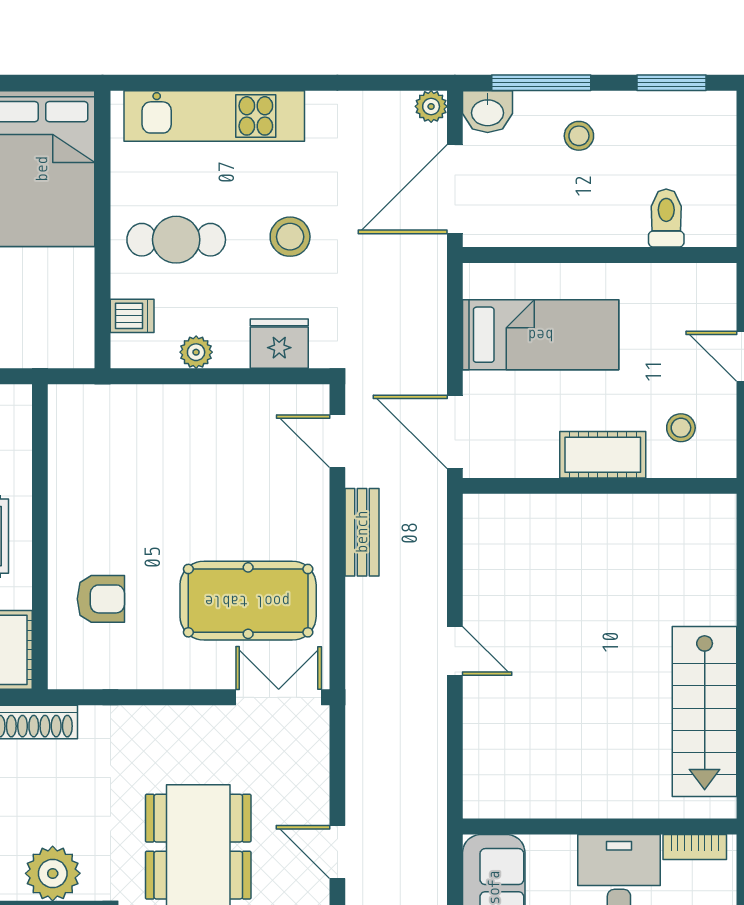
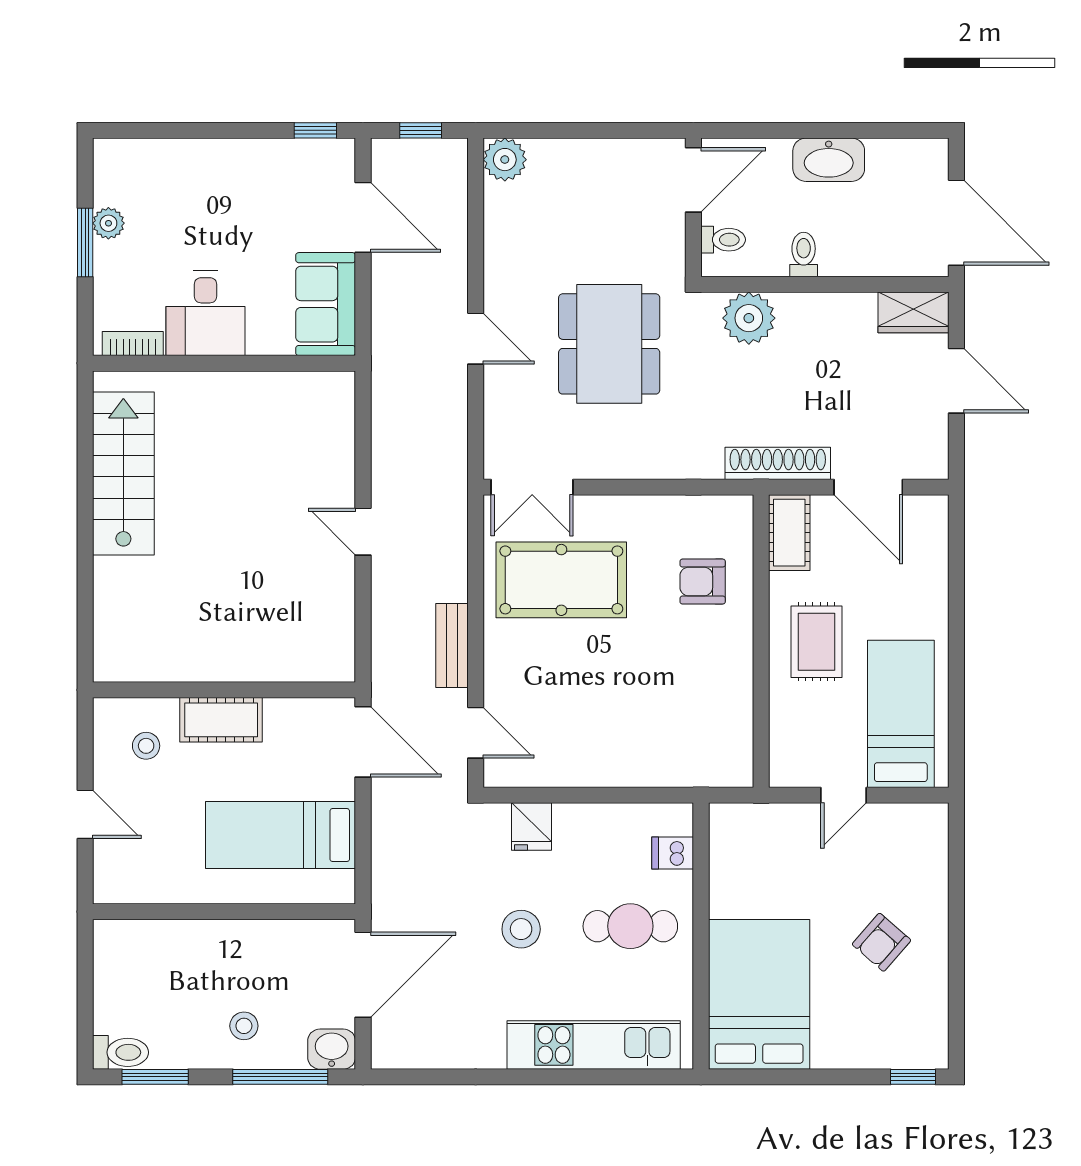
plant: (431, 106) -> (386, 1054), removed
toilet: (666, 218) -> (120, 1052), moved, turned -90
fridge: (279, 344) -> (531, 826), width x0.72
plant: (196, 352) -> (611, 818), removed

